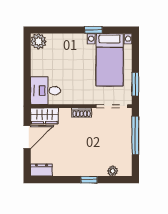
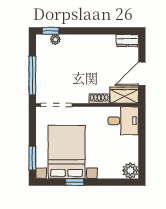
bed with nightstands: (110, 60) -> (67, 152), width x1.36
window: (135, 84) -> (32, 158), moved
shoe rack: (82, 113) -> (99, 99), moved
window: (89, 180) -> (51, 31), moved

